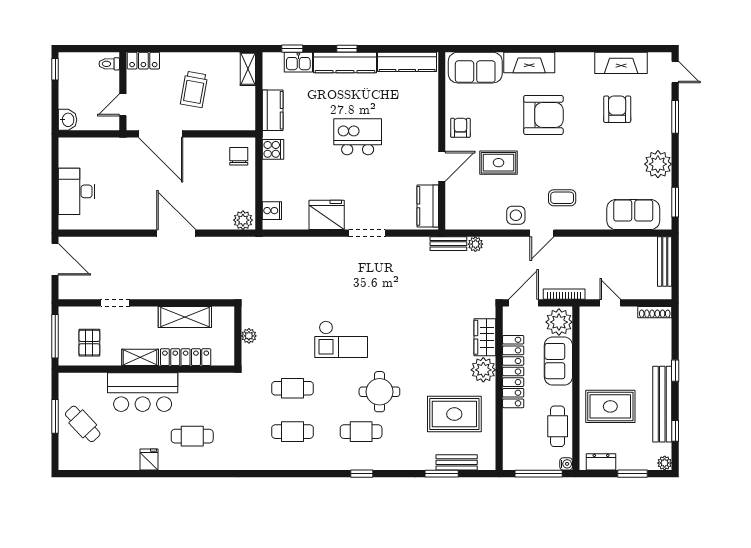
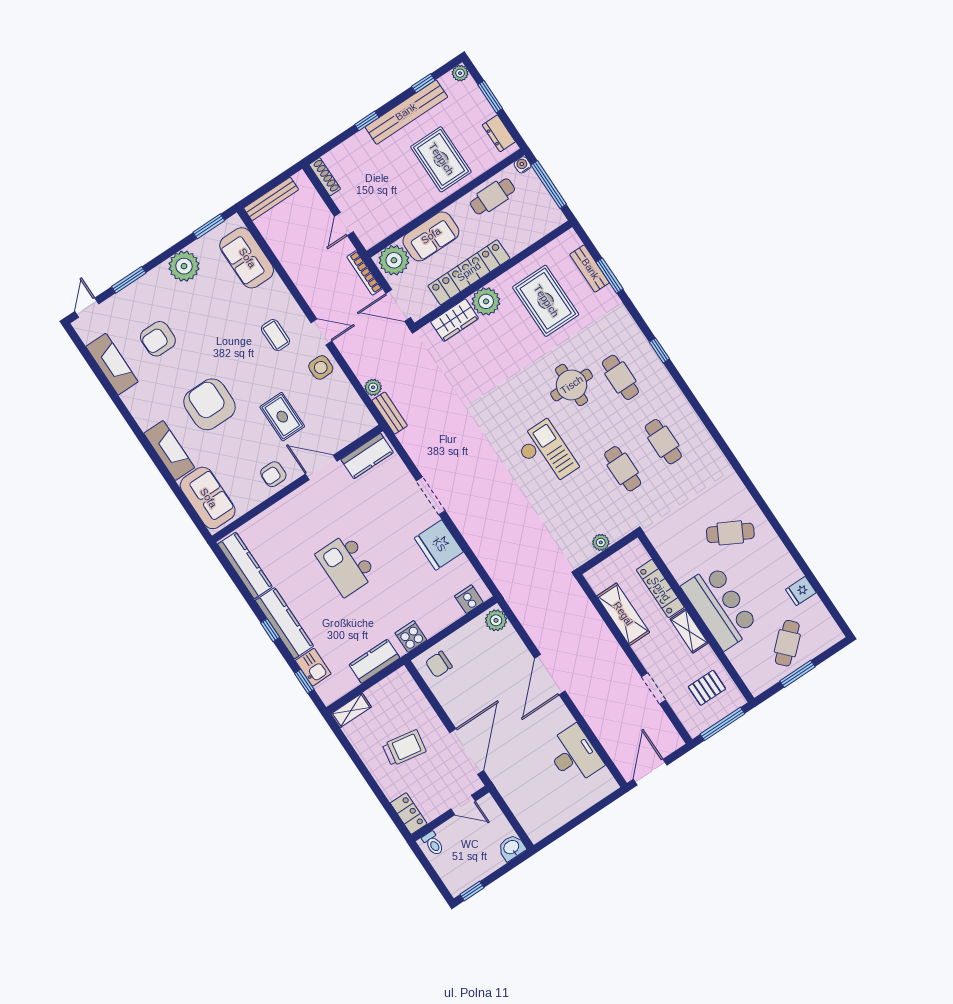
desk: (77, 191) -> (574, 755), moved, turned -90
cafe table: (192, 436) -> (730, 533), turned -62
fridge: (149, 460) -> (801, 591), moved

